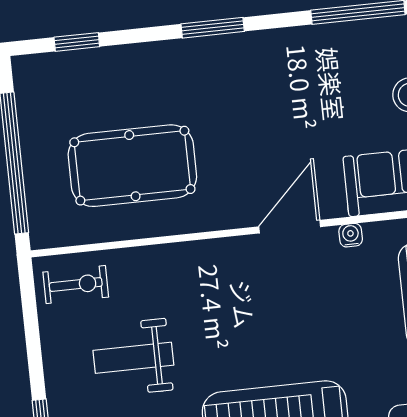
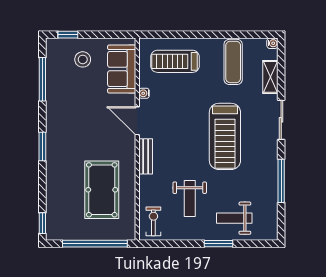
window: (77, 42) -> (42, 223), moved
bench: (214, 253) -> (146, 156), added

